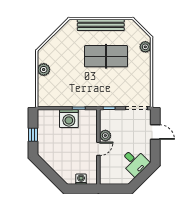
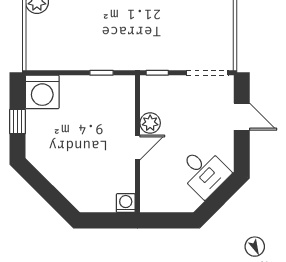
washing machine: (69, 119) -> (42, 92), moved
washing machine: (81, 179) -> (126, 203), moved

